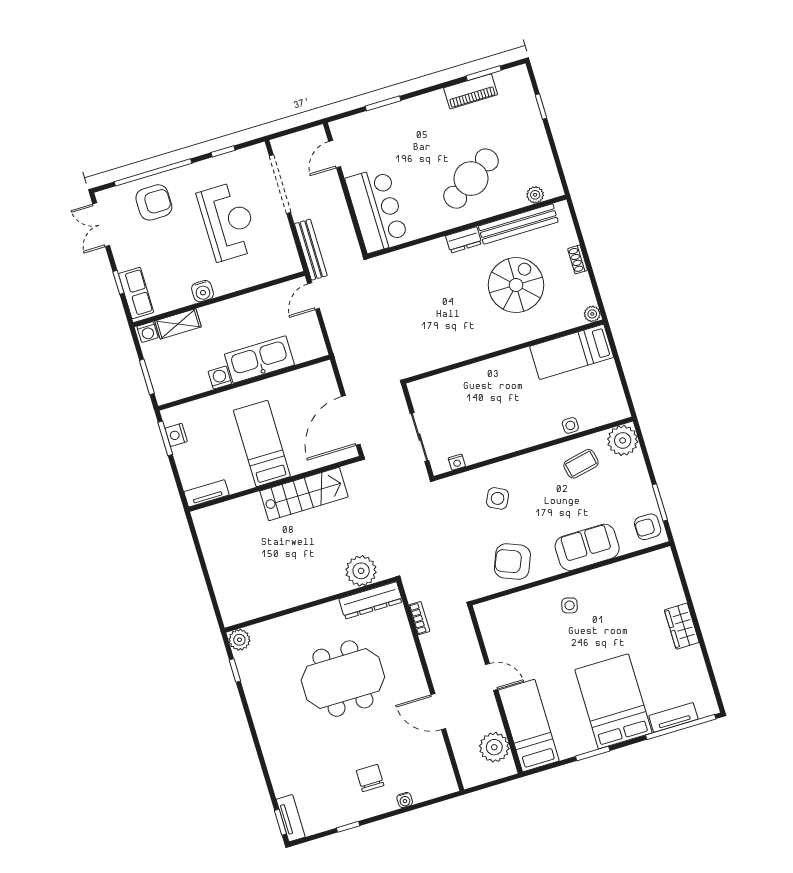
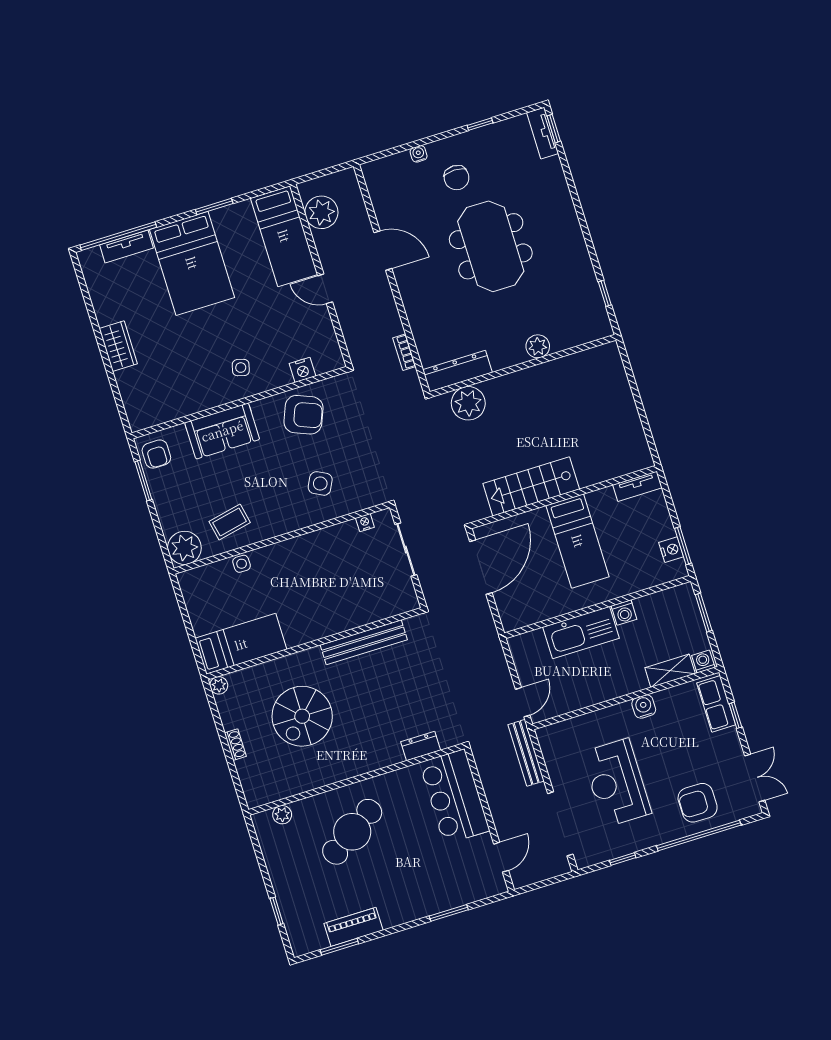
bench: (518, 224) -> (364, 642), moved
dresser: (464, 240) -> (421, 746), moved
armchair: (648, 527) -> (156, 454), turned 90
nightstand: (513, 603) -> (302, 370), added
plant: (239, 640) -> (538, 346), moved
meeting table: (343, 679) -> (491, 246), moved, turned 90

